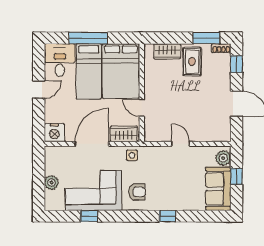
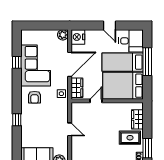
door: (92, 144) -> (70, 64), hinge flipped
door: (181, 144) -> (70, 129), hinge flipped
plant: (51, 183) -> (63, 35), moved

